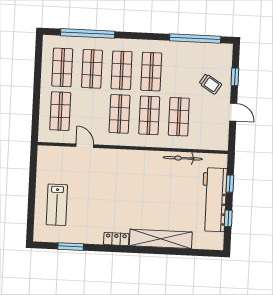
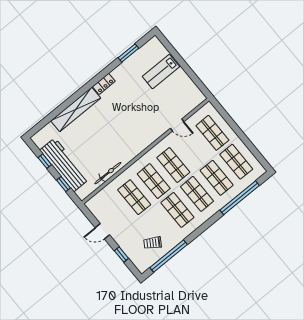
trolley: (210, 84) -> (153, 243), moved
lab bench: (57, 205) -> (161, 72), turned -90

